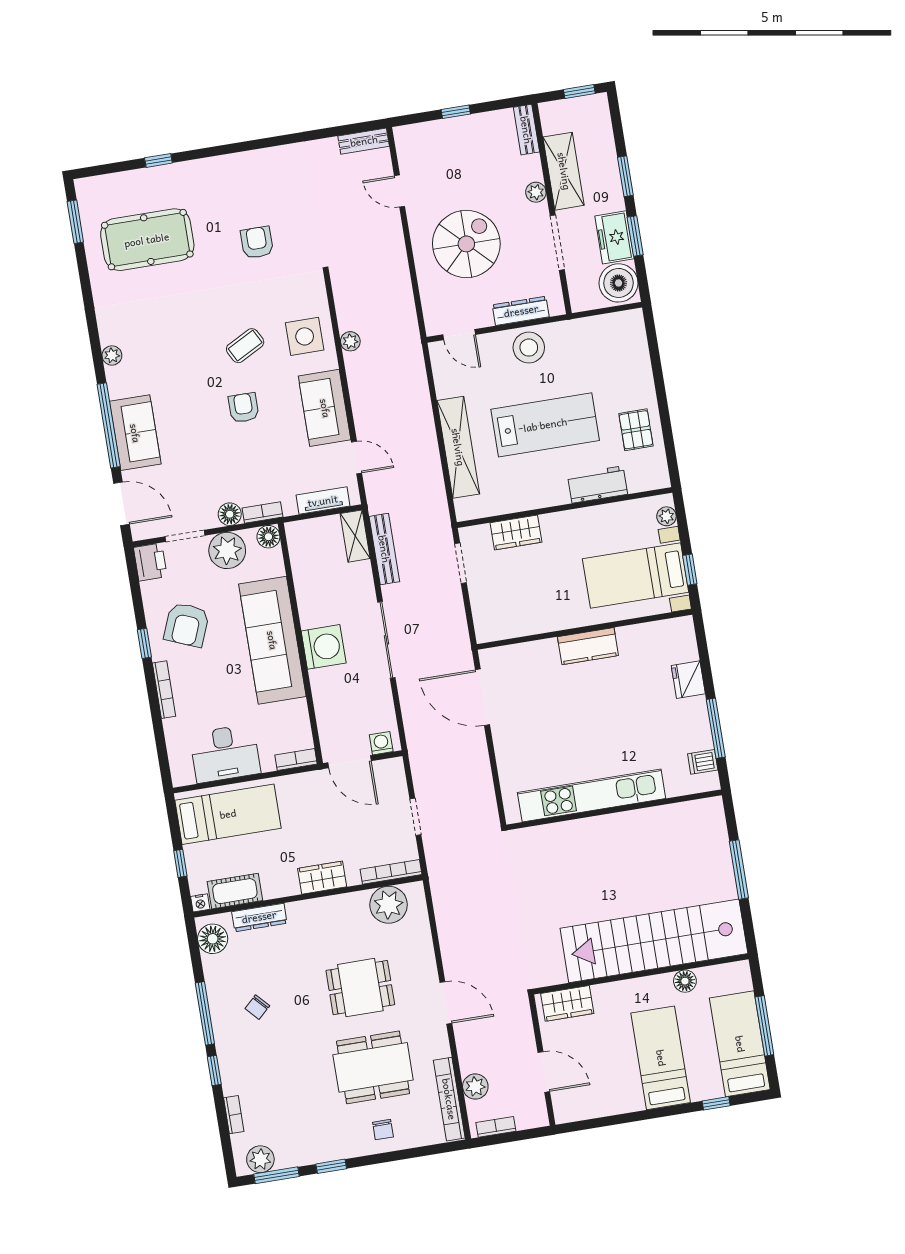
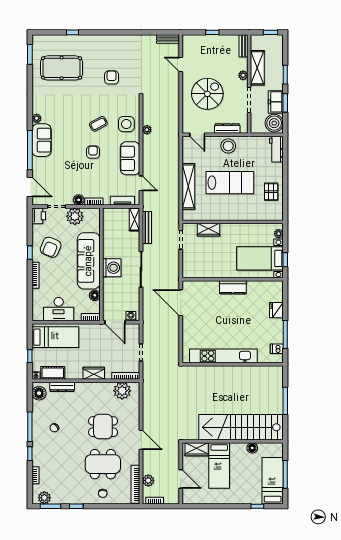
sofa: (135, 433) -> (42, 140), moved
workbench: (598, 484) -> (276, 149), moved, turned -90
floor lamp: (268, 537) -> (95, 295), moved
bed: (661, 1058) -> (219, 466), moved, turned 180

